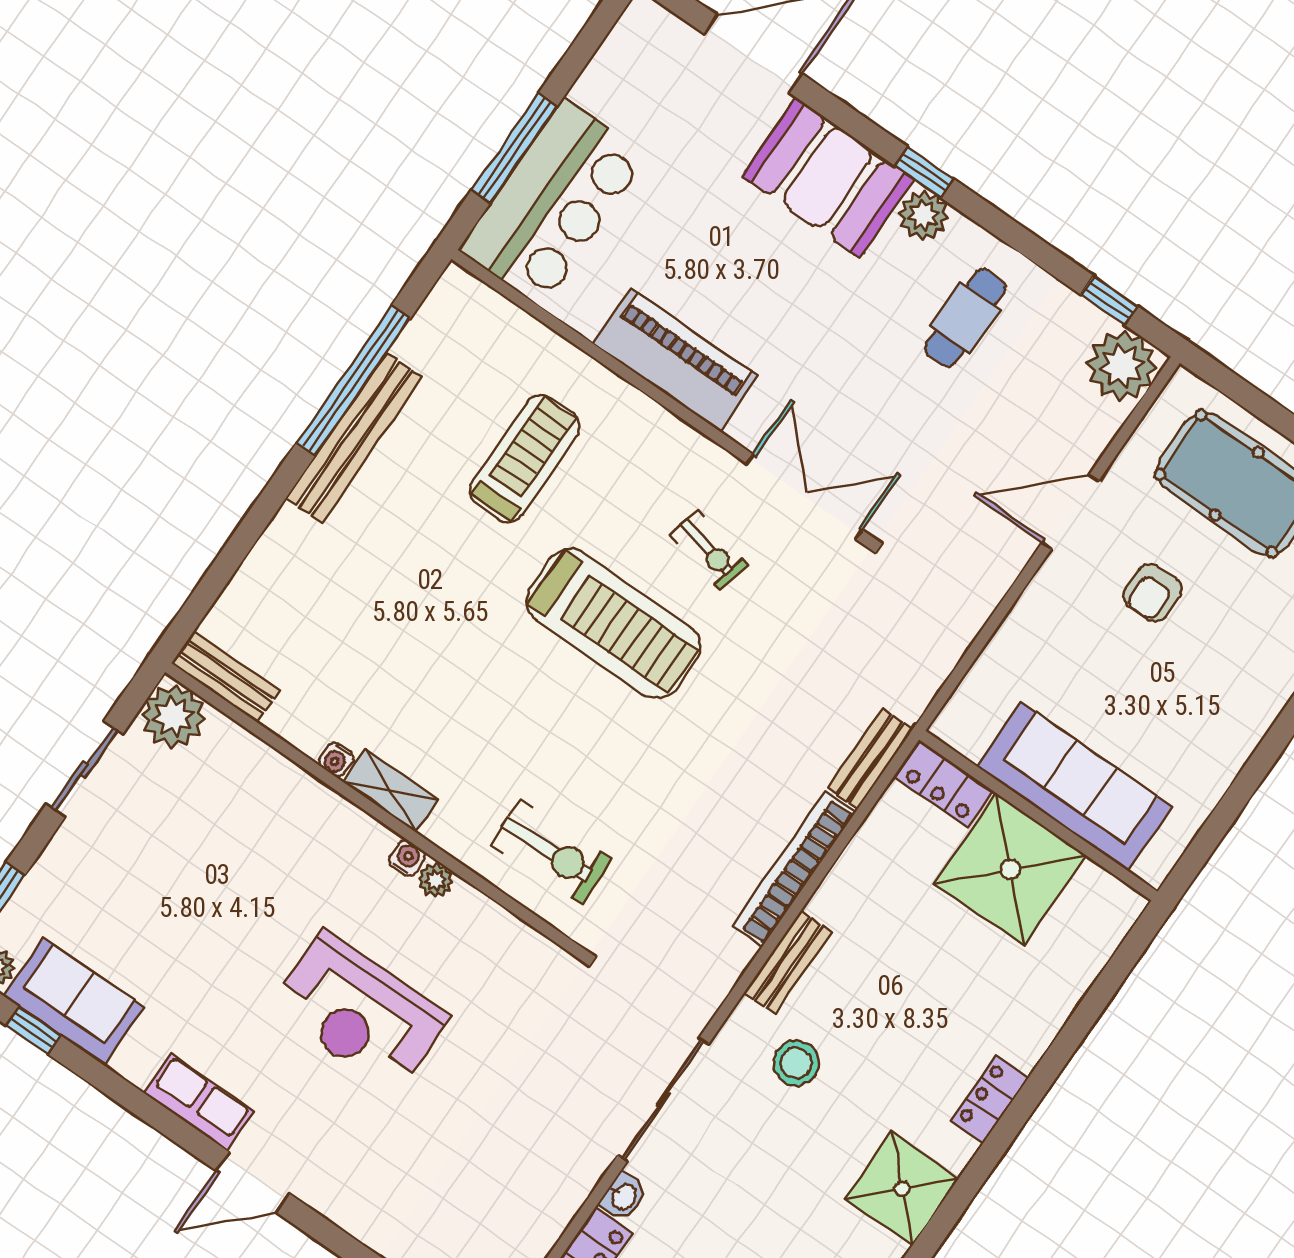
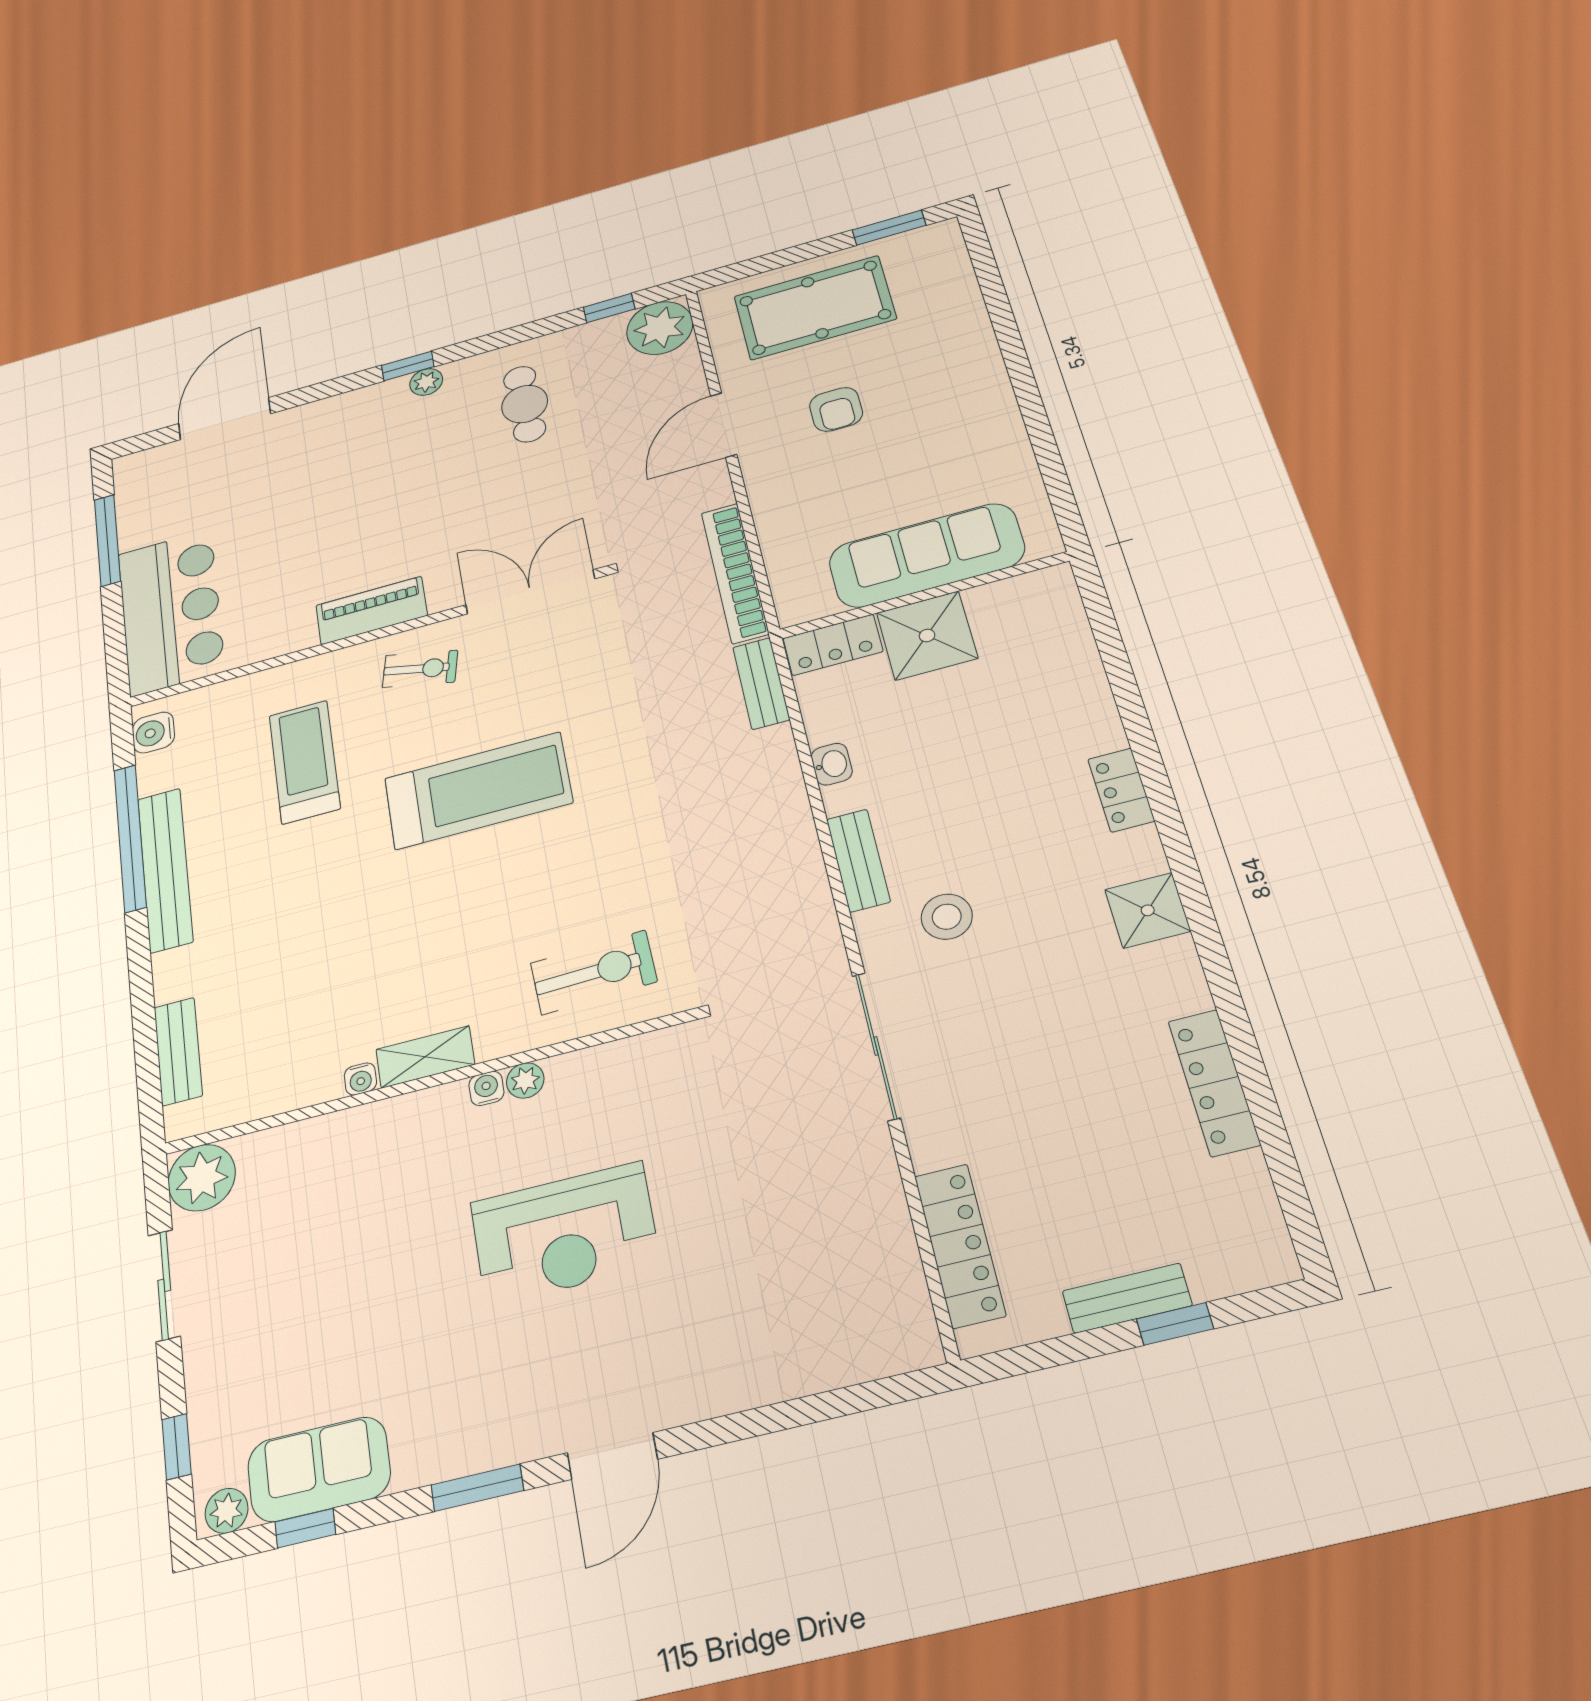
window: (514, 148) -> (107, 540), moved
booth: (828, 178) -> (346, 427), removed
plant: (923, 215) -> (426, 382), width x0.73, depth x0.73
water cooler: (447, 304) -> (153, 733), added
piano: (675, 360) -> (371, 610), width x0.73, depth x0.75
exercise bike: (709, 550) -> (420, 669), moved
bench: (225, 676) -> (178, 1051), moved, turned 90
bookcase: (794, 869) -> (735, 573), moved
shower: (1010, 869) -> (927, 635), width x0.73, depth x0.73
row of seats: (199, 1102) -> (502, 1439), removed
window: (157, 1116) -> (477, 1488), added
shower: (902, 1189) -> (1148, 910), width x0.73, depth x0.73
washbasin: (623, 1196) -> (832, 764), moved

